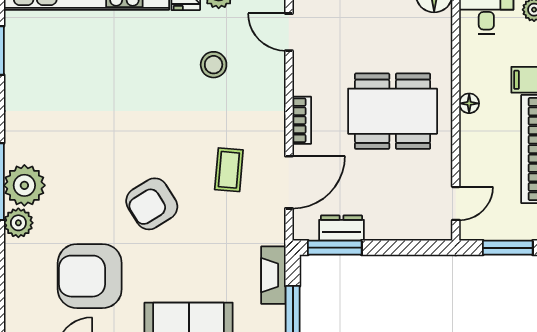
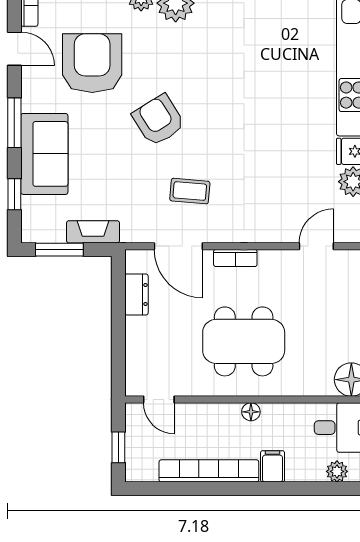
stool: (214, 65) -> (286, 177), removed
dining table: (393, 111) -> (244, 341), turned 90
window: (335, 248) -> (118, 288), removed
window: (508, 248) -> (118, 447), width x0.67

